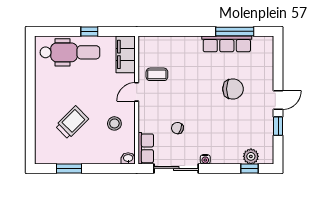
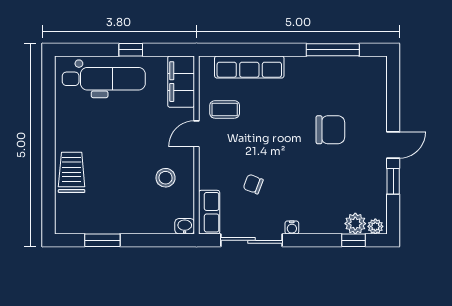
row of seats: (227, 44) -> (249, 67), moved
trolley: (72, 122) -> (72, 172), moved, turned -45
plant: (265, 159) -> (375, 226), added

